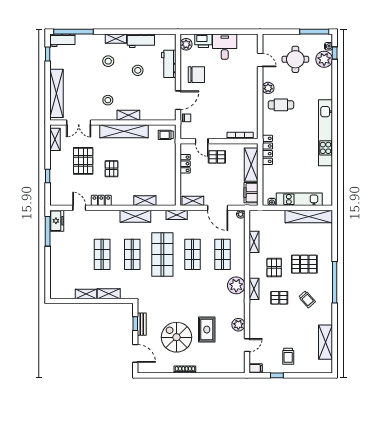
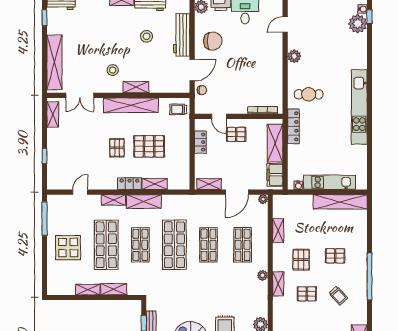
round table: (295, 59) -> (325, 24), removed
door: (260, 60) -> (285, 25), swing flipped
stool: (108, 61) -> (113, 26), removed
workbench: (169, 64) -> (182, 35), width x1.38
cafe table: (281, 105) -> (309, 94), moved
pallet: (83, 161) -> (149, 146), moved, turned 90
locker: (101, 200) -> (129, 184), moved
door: (79, 208) -> (80, 192), hinge flipped
door: (218, 208) -> (237, 192), hinge flipped
shelving: (177, 215) -> (114, 200), moved
freezer: (57, 221) -> (55, 207), removed
shop shelf: (102, 254) -> (106, 245), width x1.43, depth x1.36
display table: (69, 257) -> (68, 248), added
pallet: (304, 264) -> (335, 256), width x0.67, depth x0.71
plant: (236, 285) -> (263, 275), width x0.53, depth x0.53

